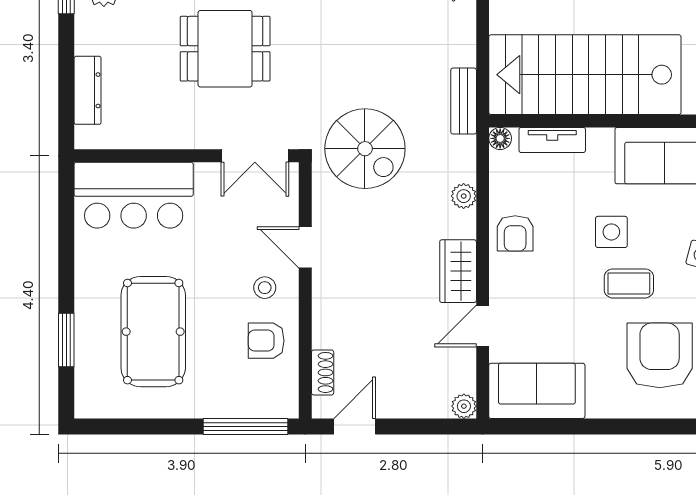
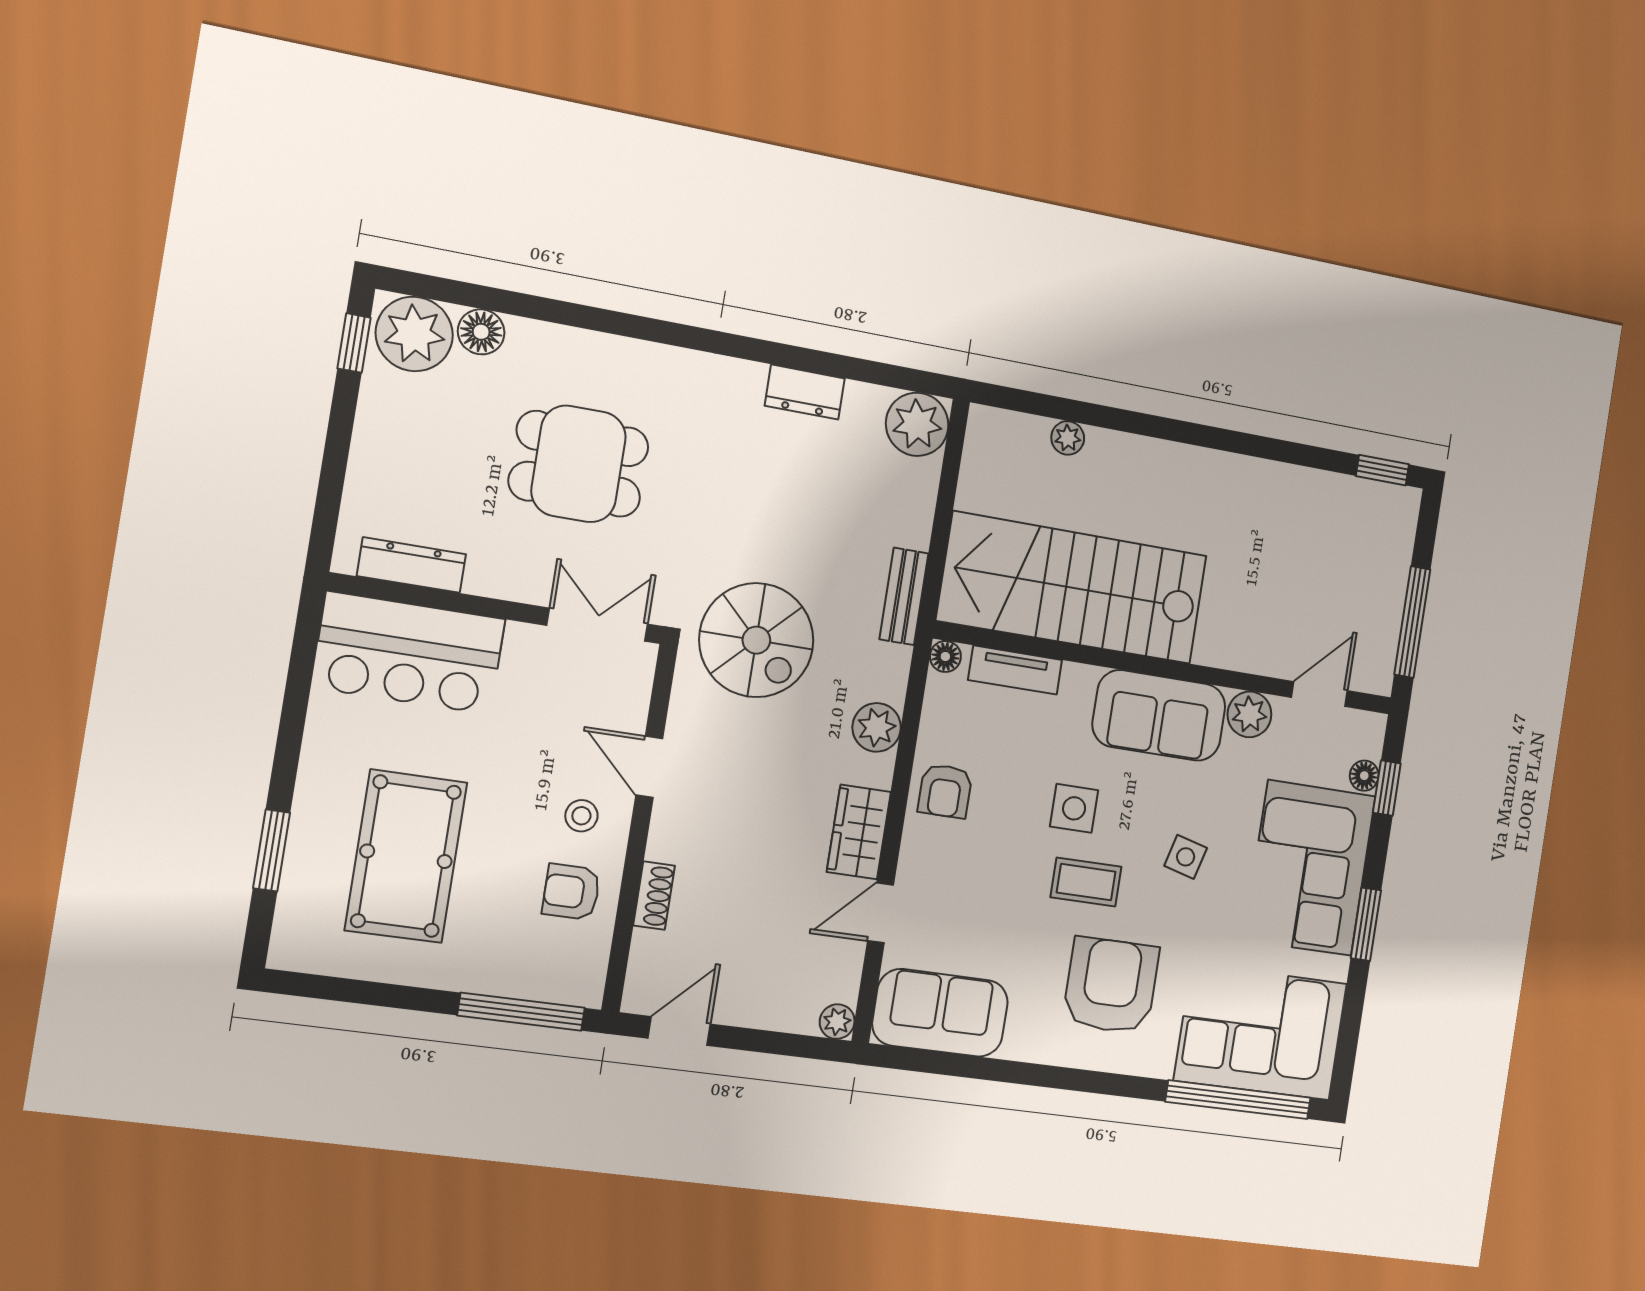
dresser: (88, 90) -> (412, 565), moved, turned -90
double door: (255, 156) -> (597, 625), swing flipped
plant: (464, 196) -> (877, 727), width x1.38, depth x1.38
shoe rack: (323, 372) -> (654, 896), moved

